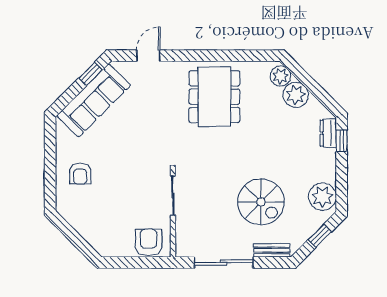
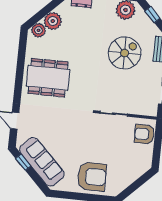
armchair: (80, 174) -> (92, 177), width x1.88, depth x1.88

